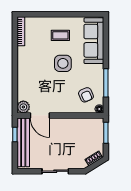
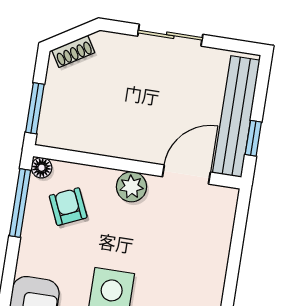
window: (106, 83) -> (20, 203), moved
plant: (23, 107) -> (131, 187), moved
door: (40, 115) -> (186, 174), hinge flipped

